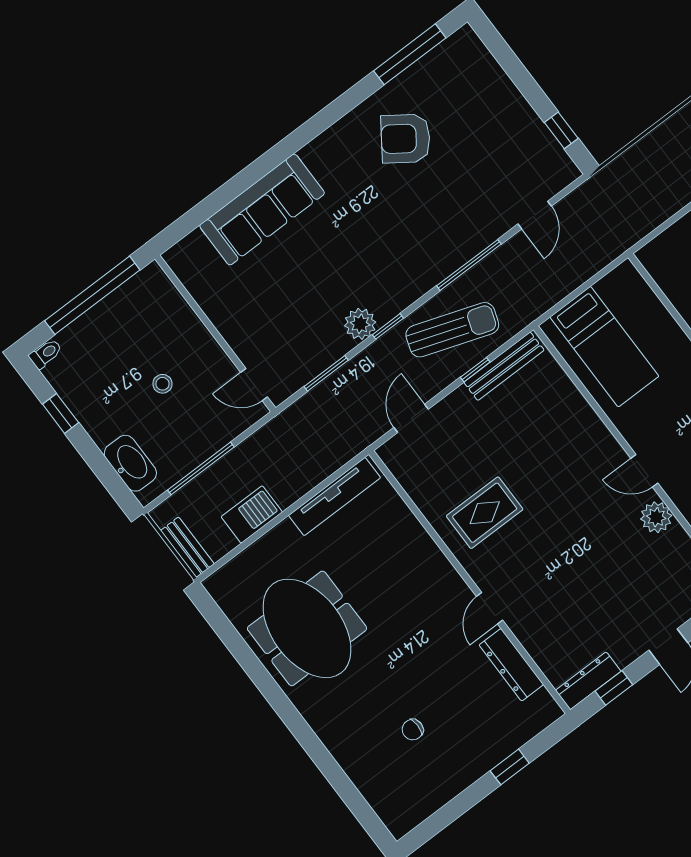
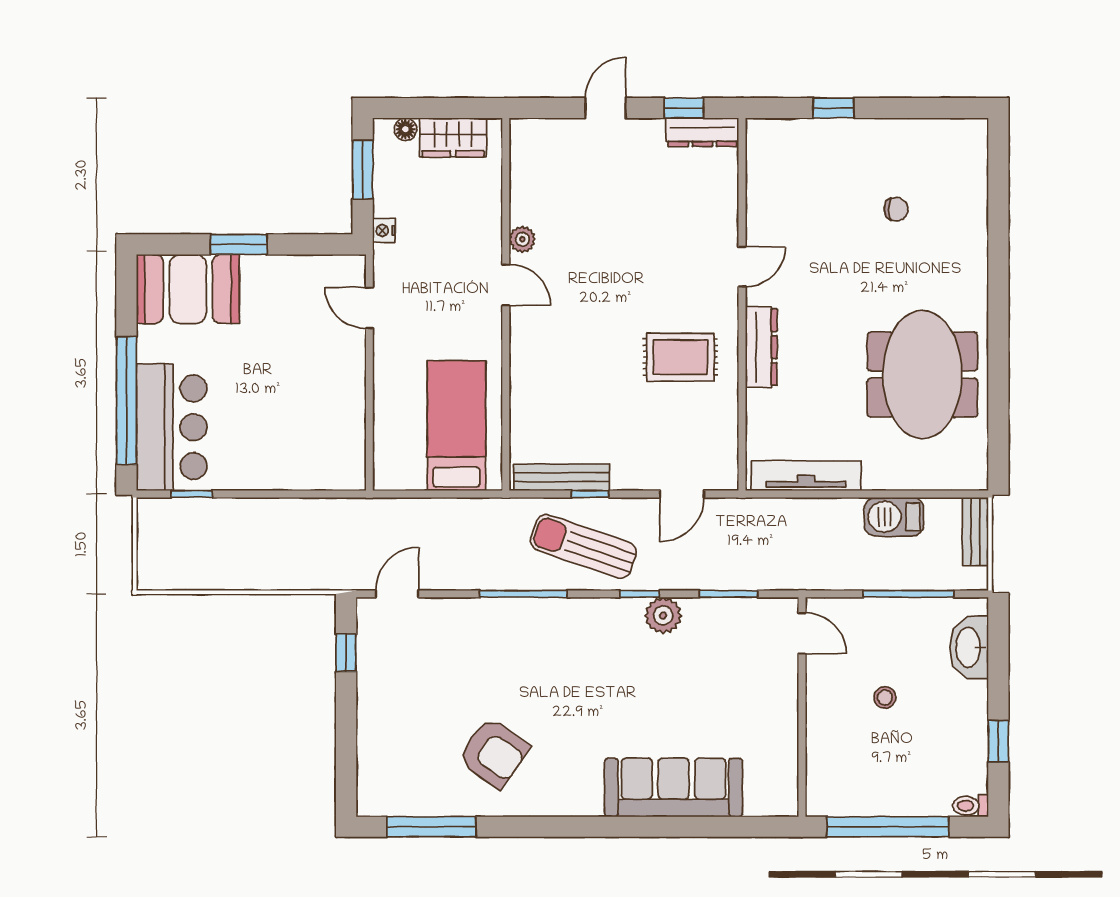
door: (535, 215) -> (397, 594), moved
plant: (656, 517) -> (522, 239), width x0.73, depth x0.73
dresser: (511, 665) -> (761, 347), moved

